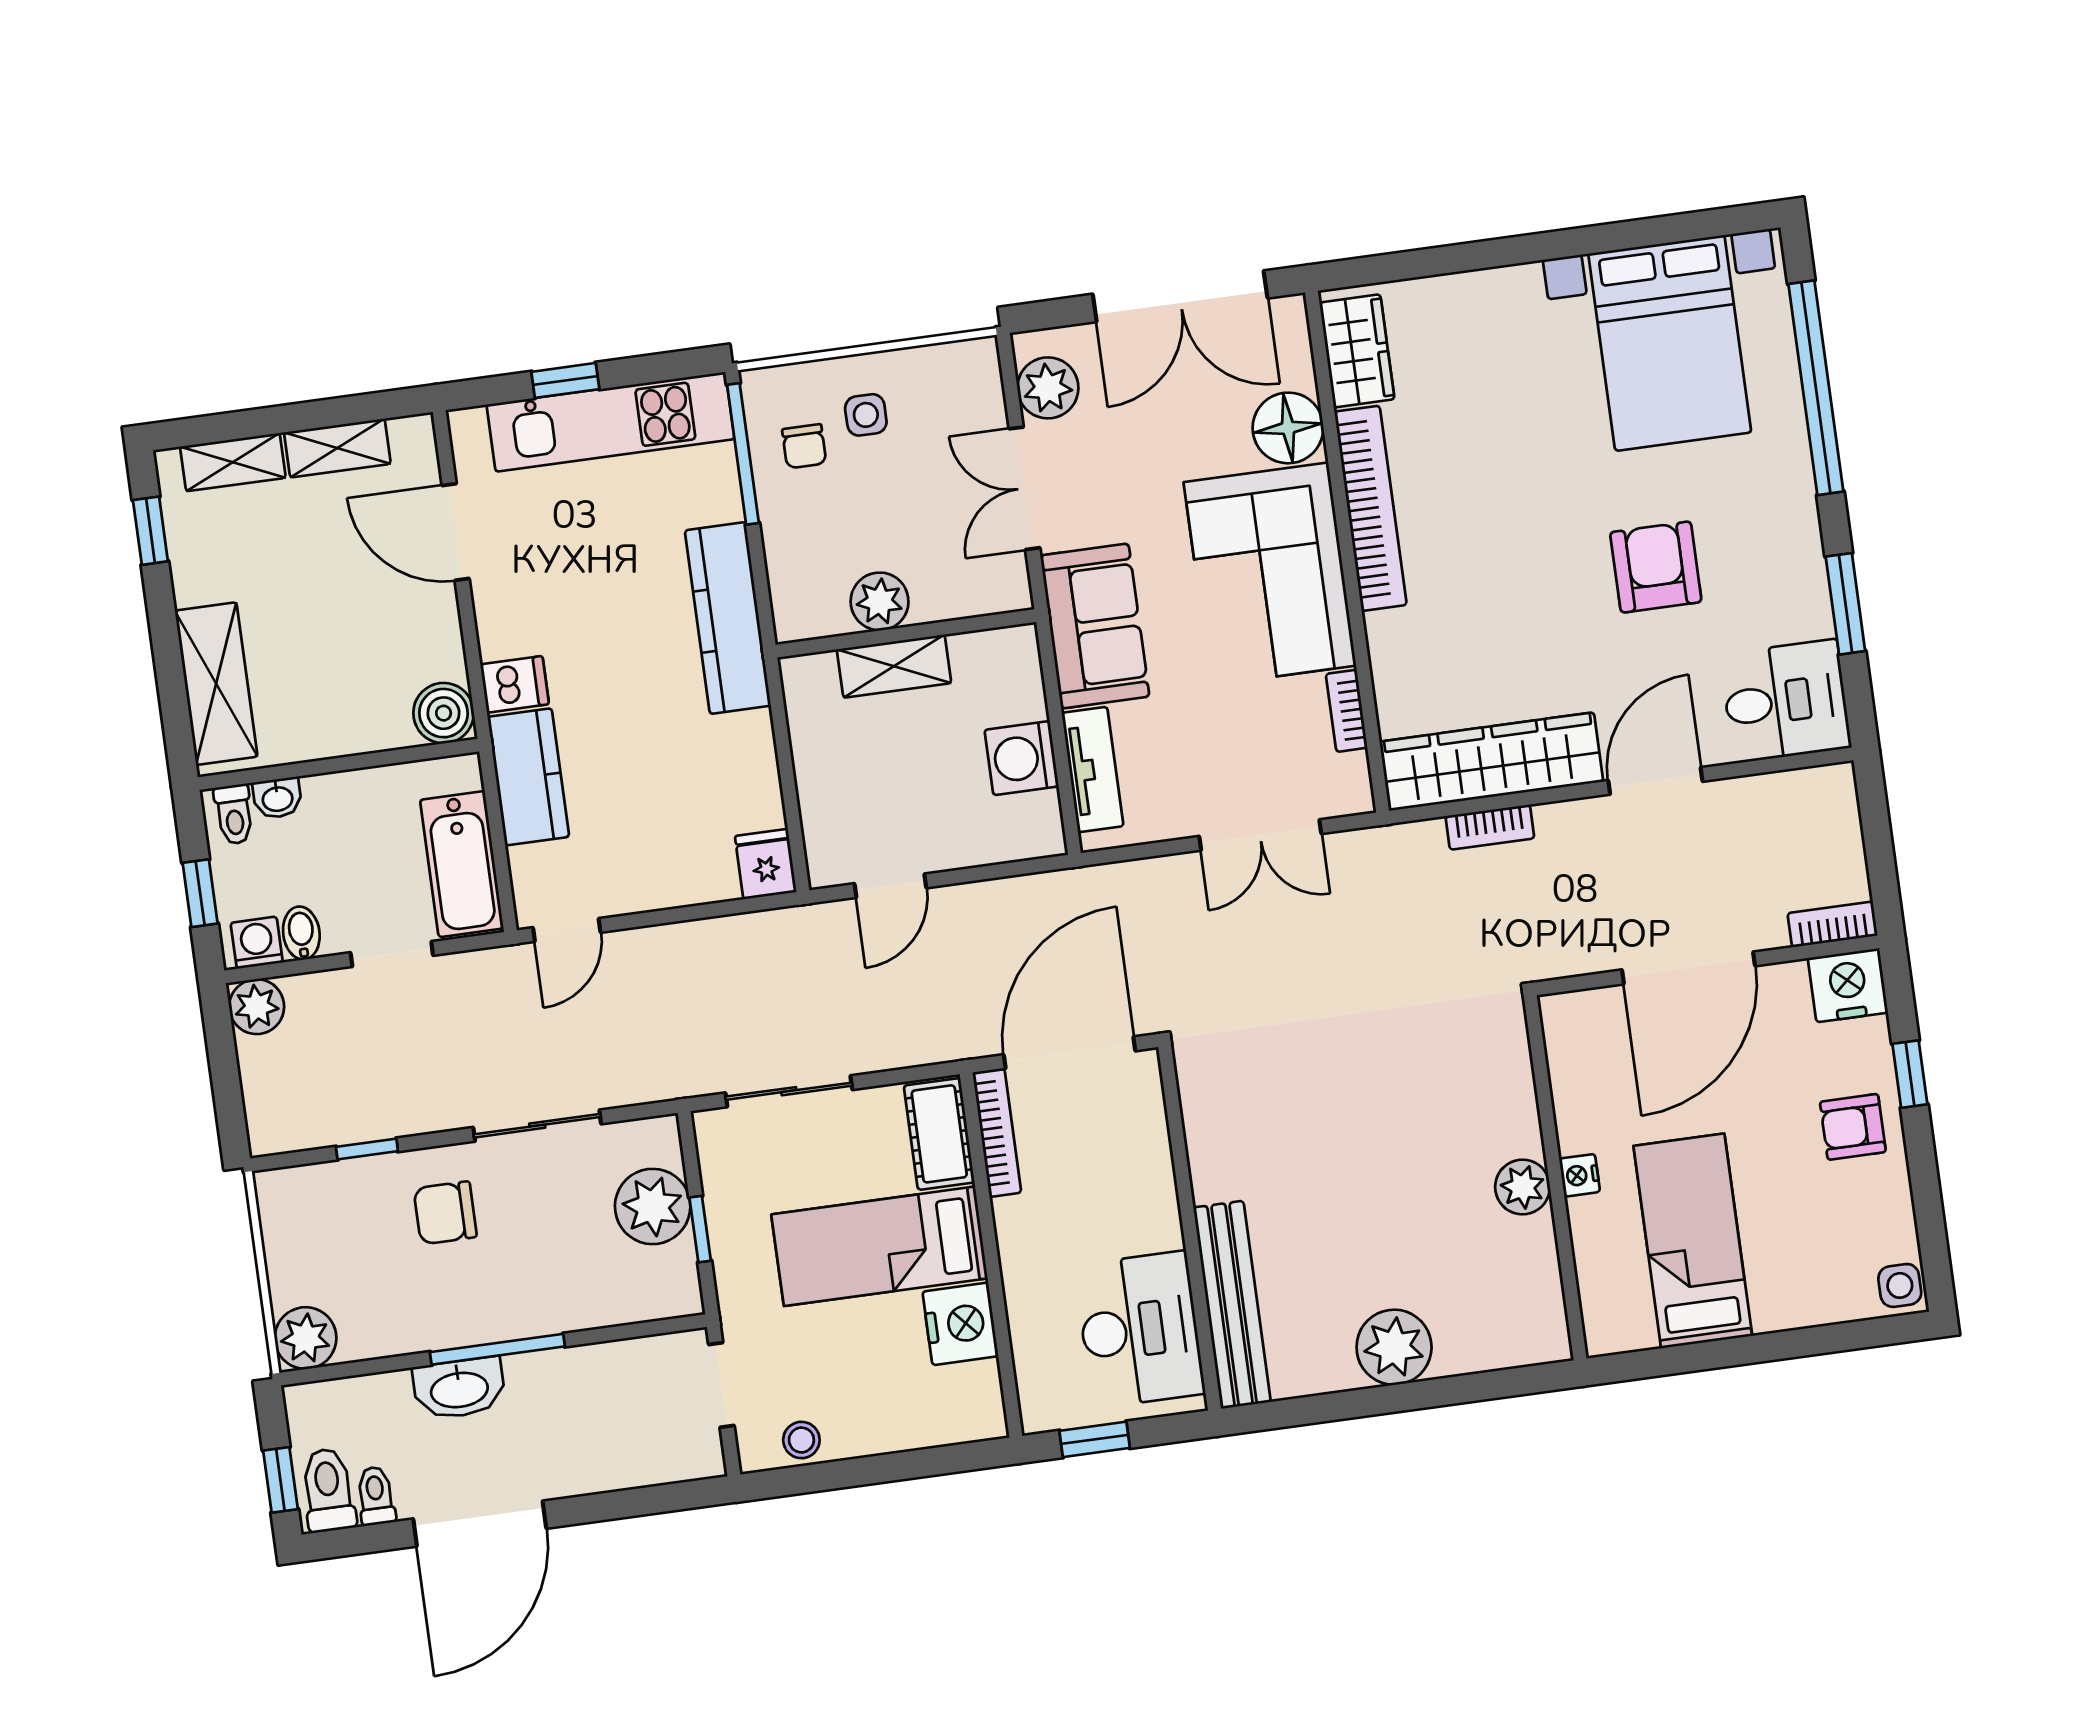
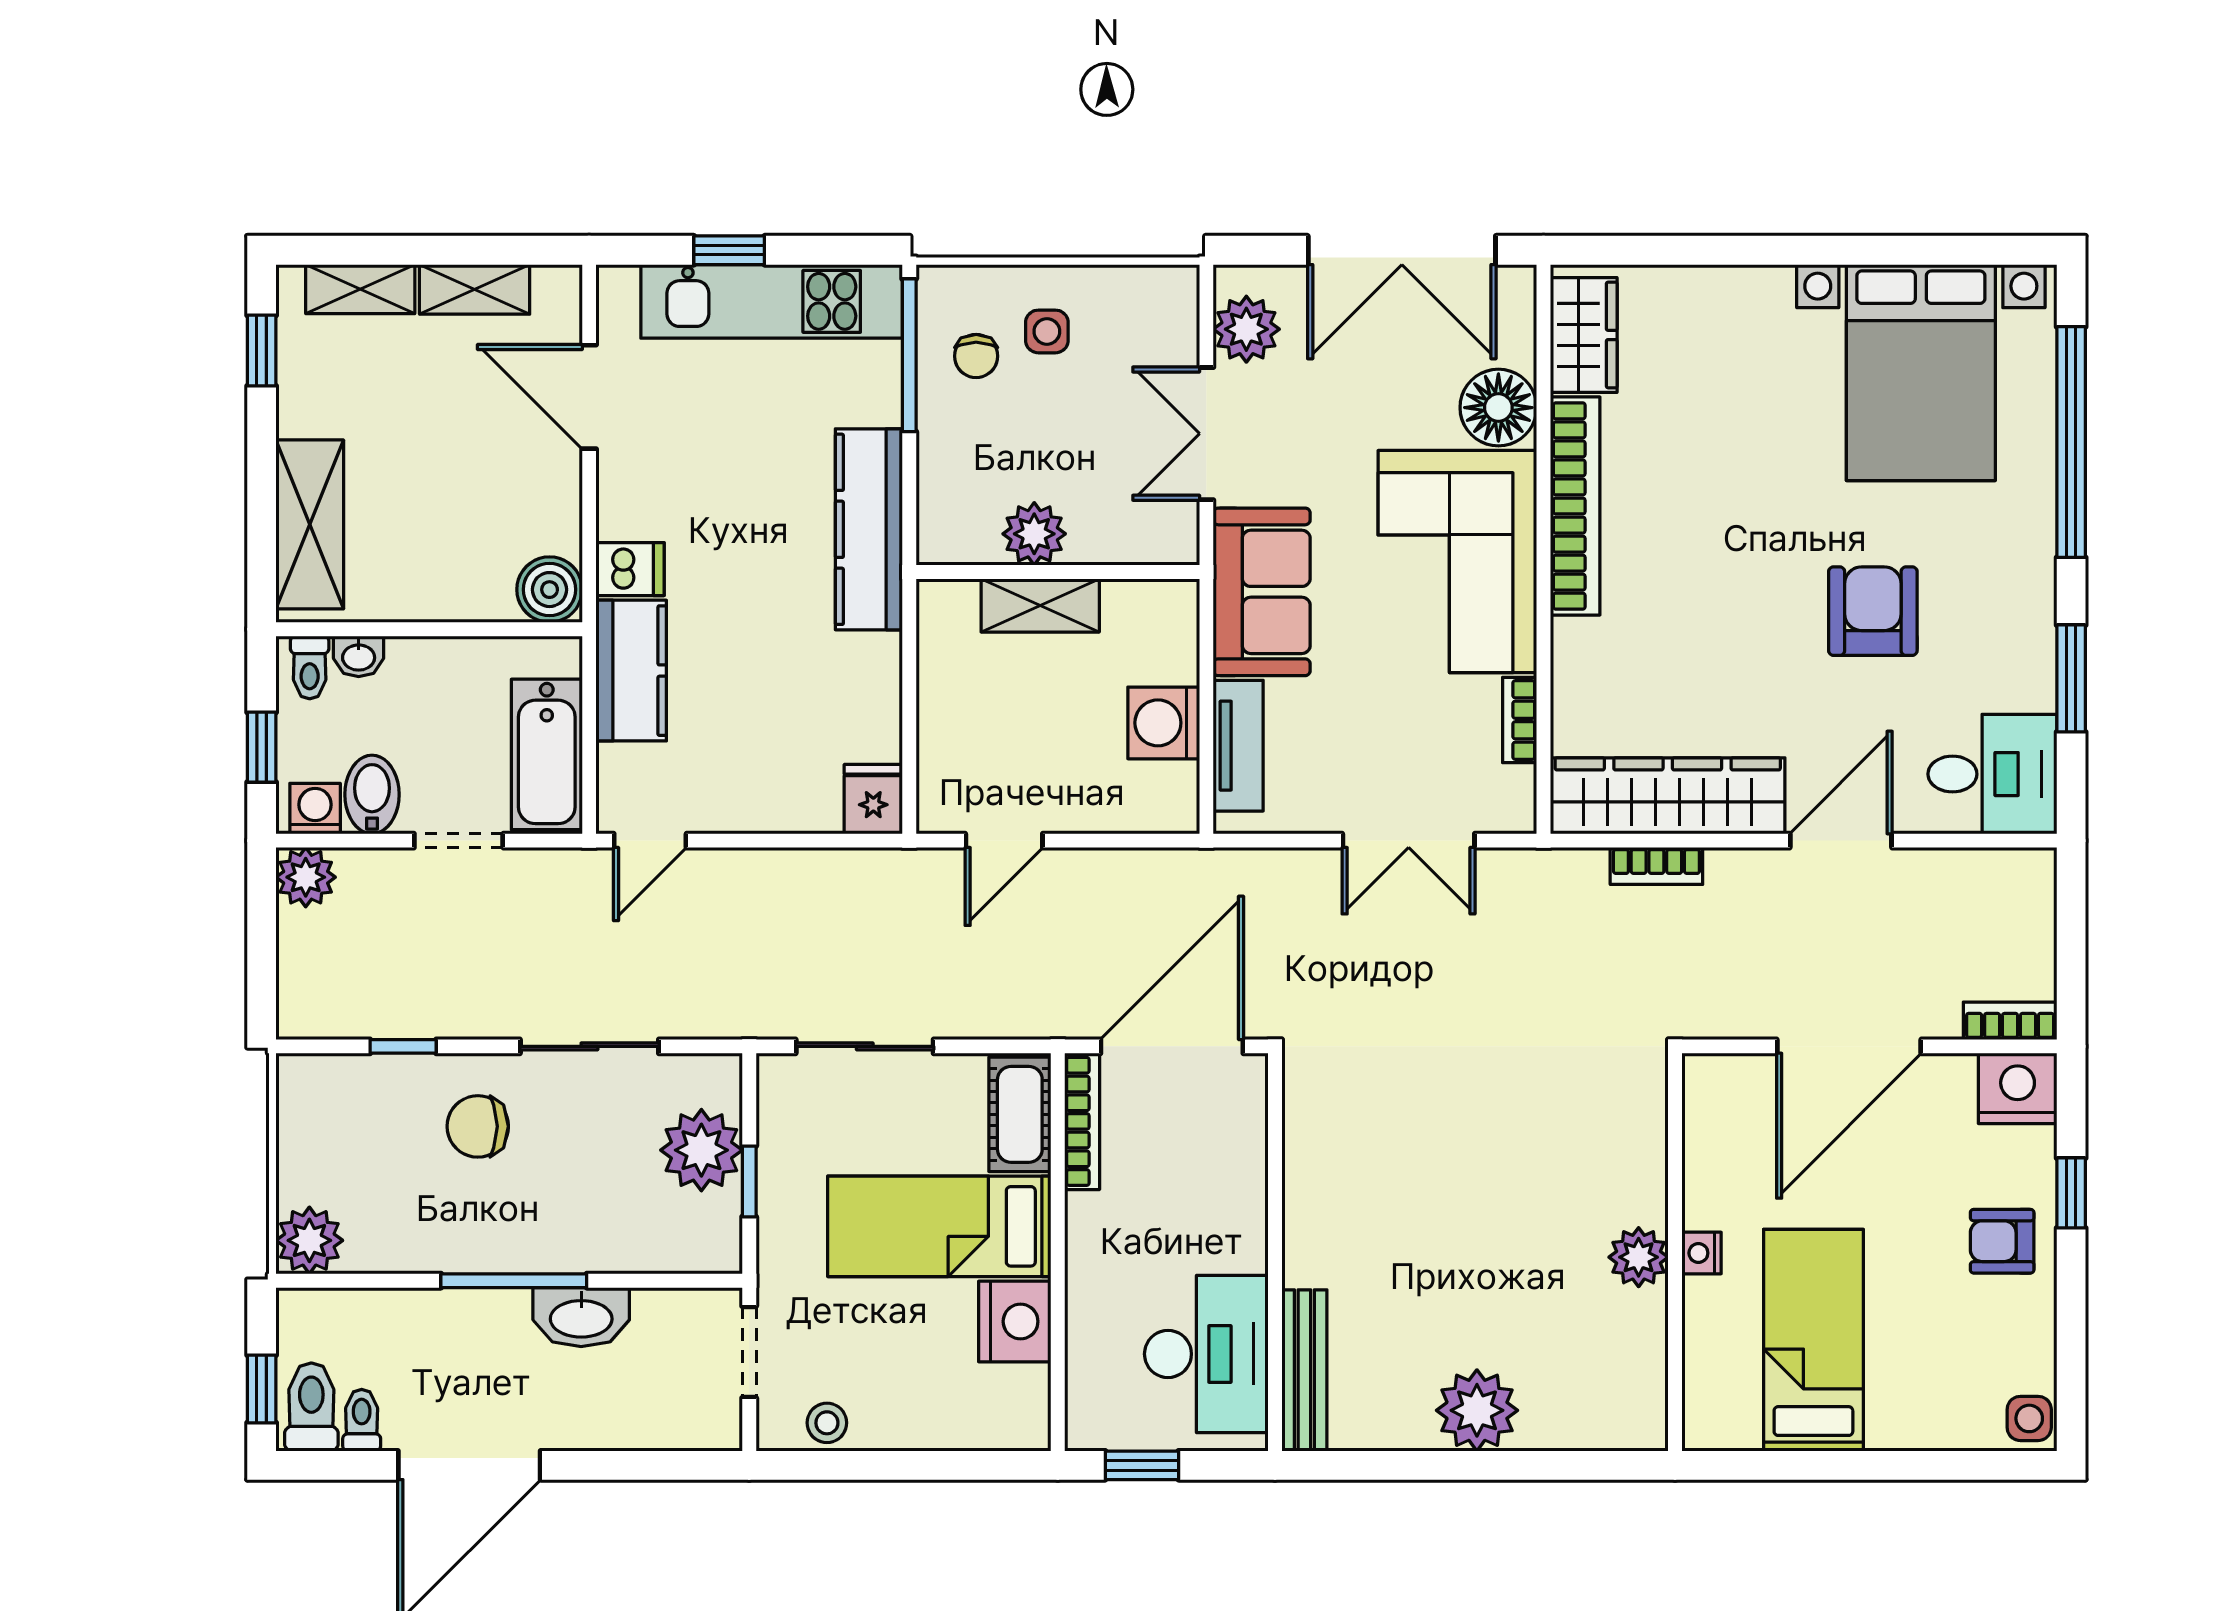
bidet: (301, 933) -> (372, 794), width x1.38, depth x1.36
bench: (1232, 1305) -> (1304, 1370), width x0.73, depth x0.82
washbasin: (459, 1388) -> (581, 1317), moved

